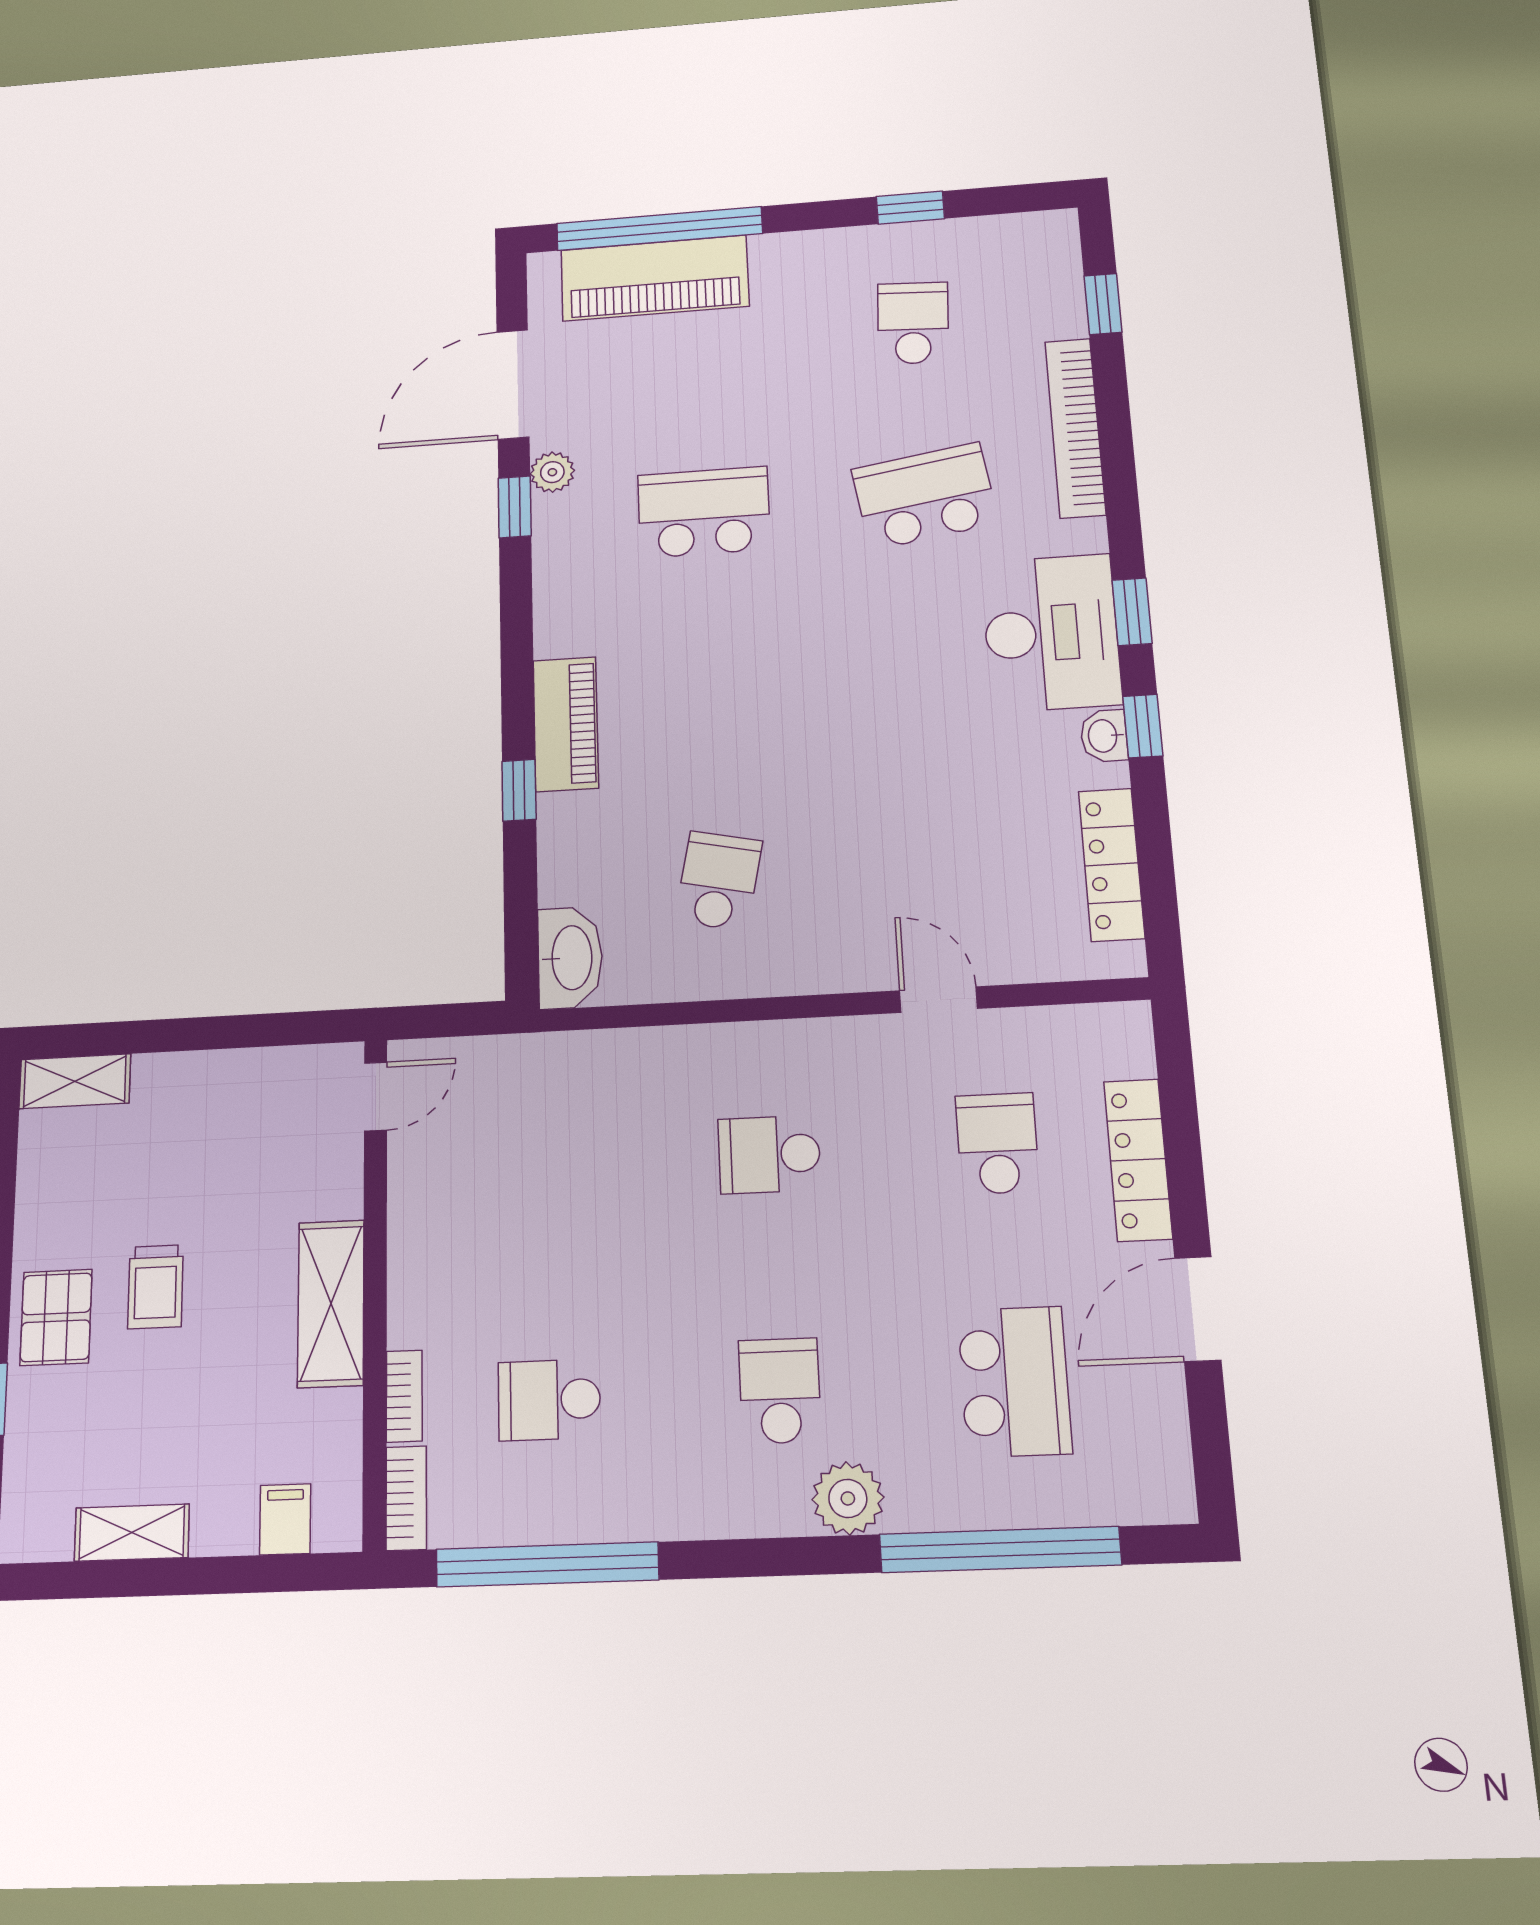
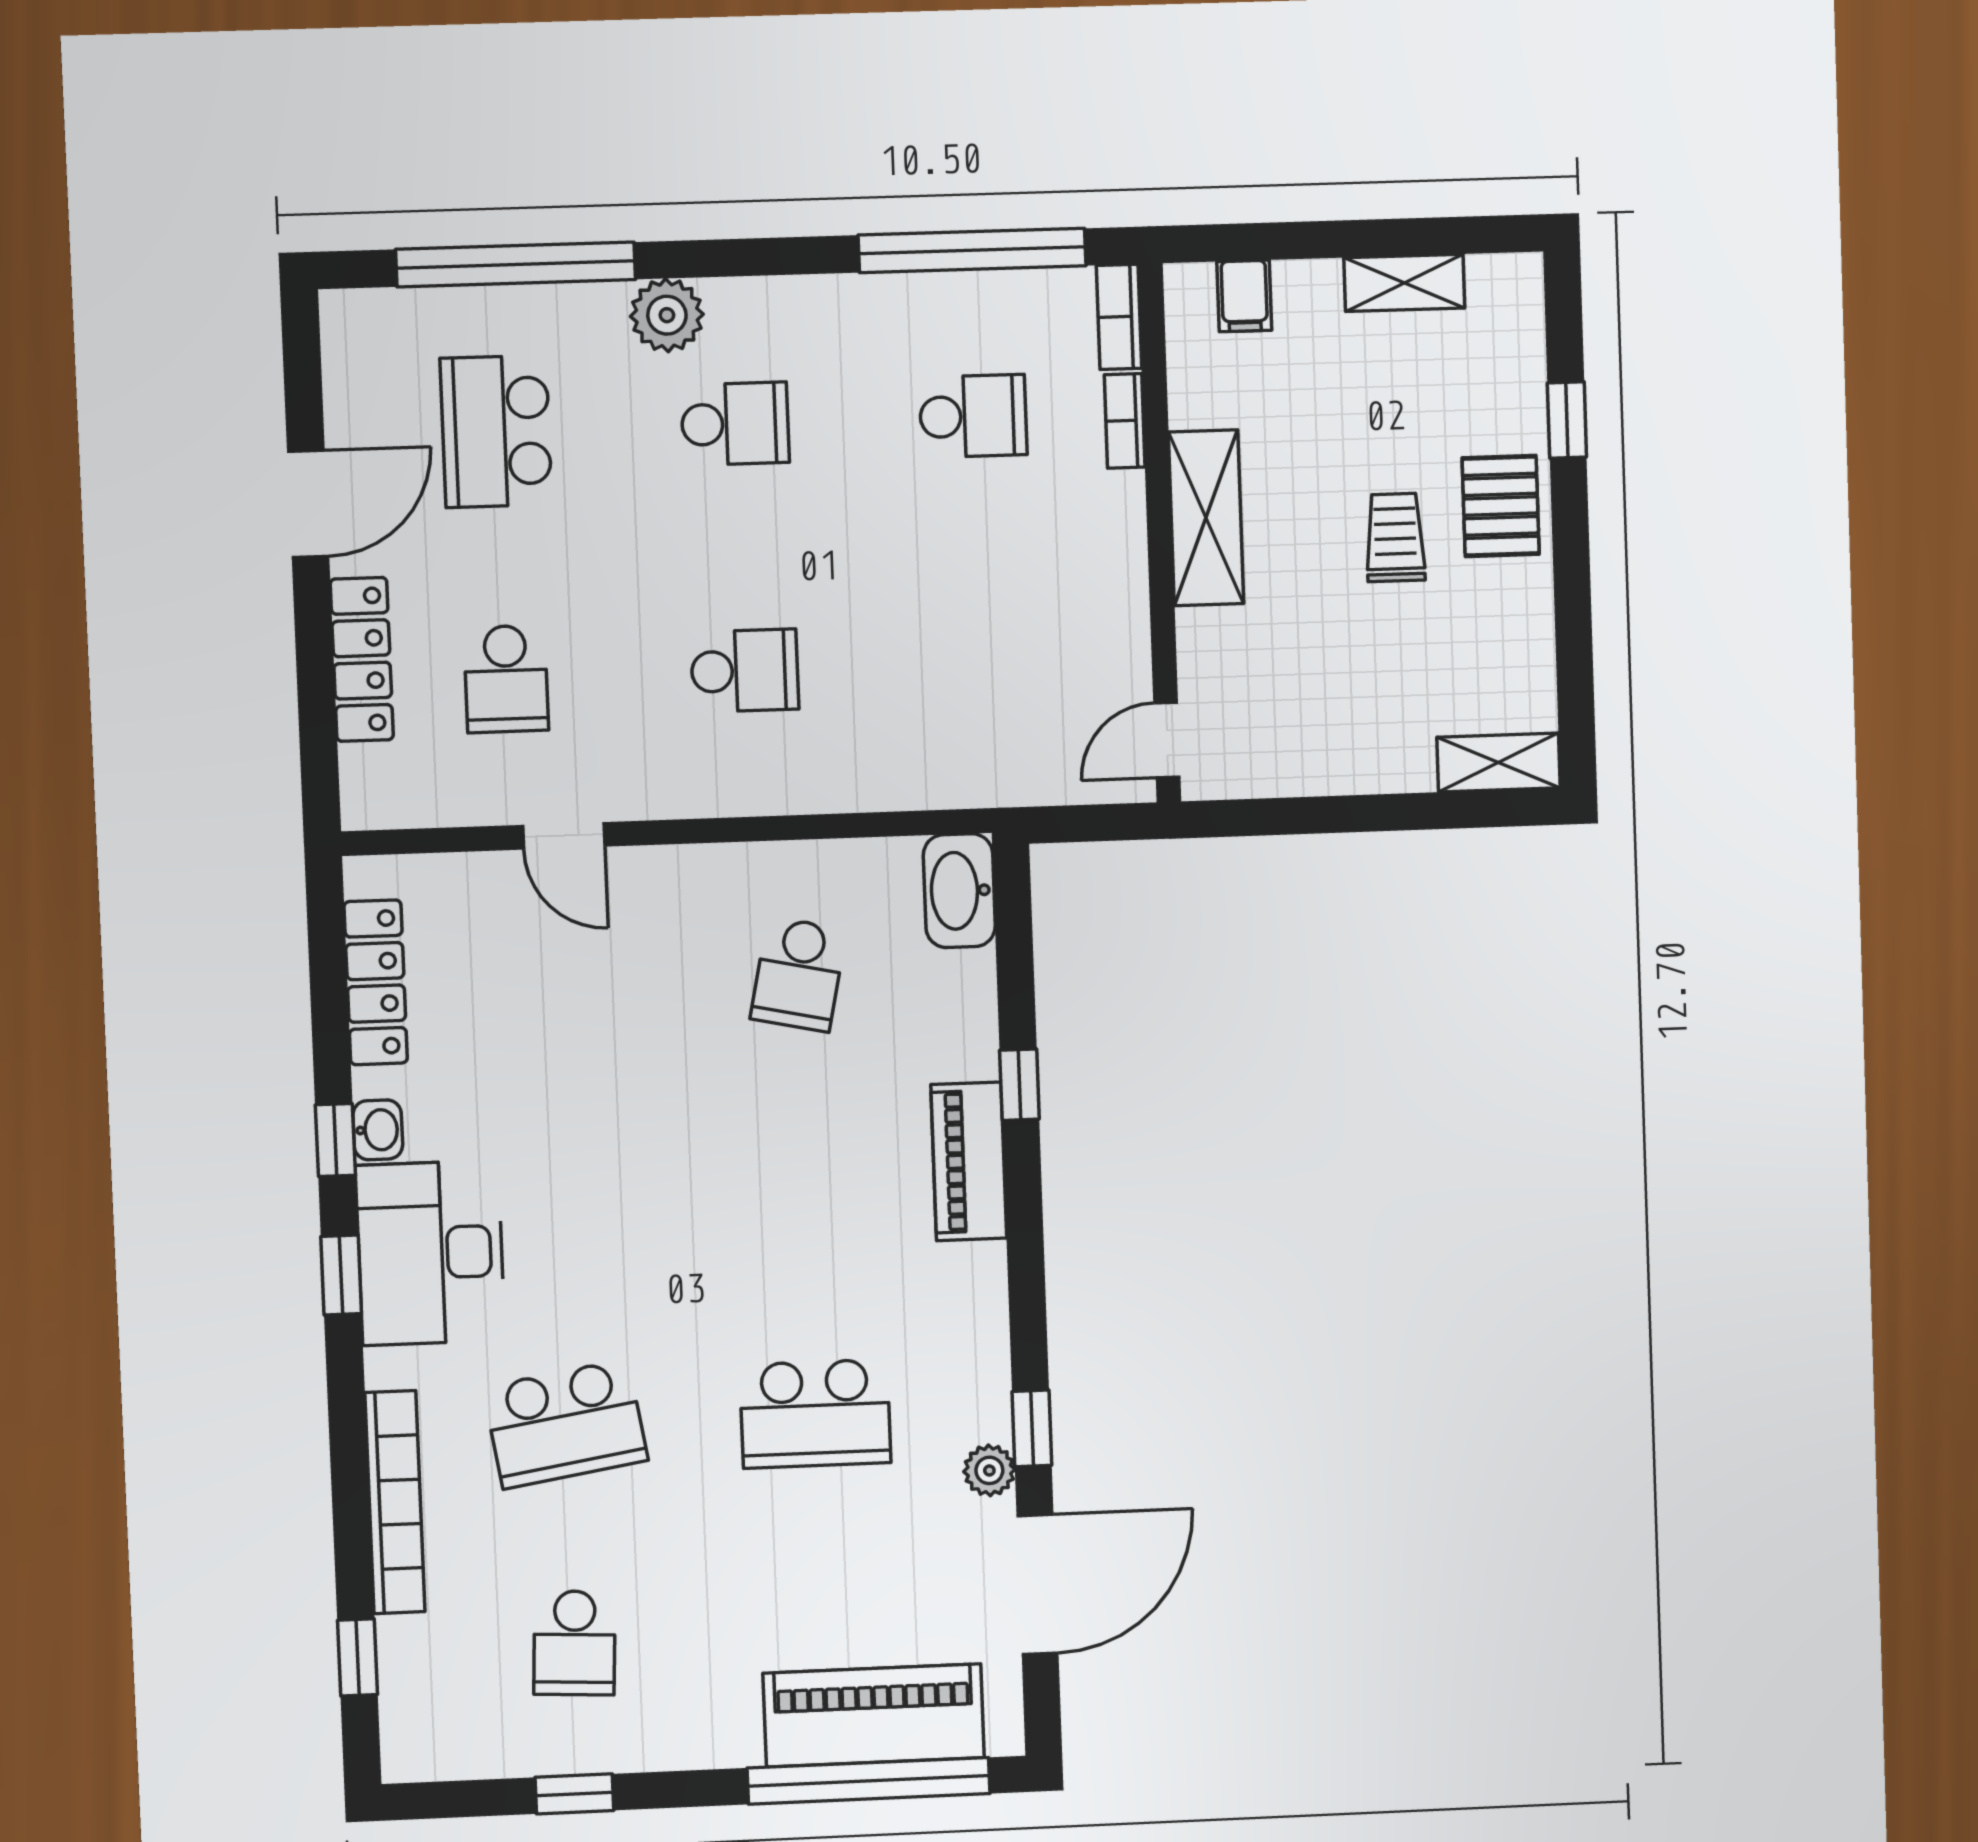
school desk: (780, 1391) -> (735, 424), turned -90

